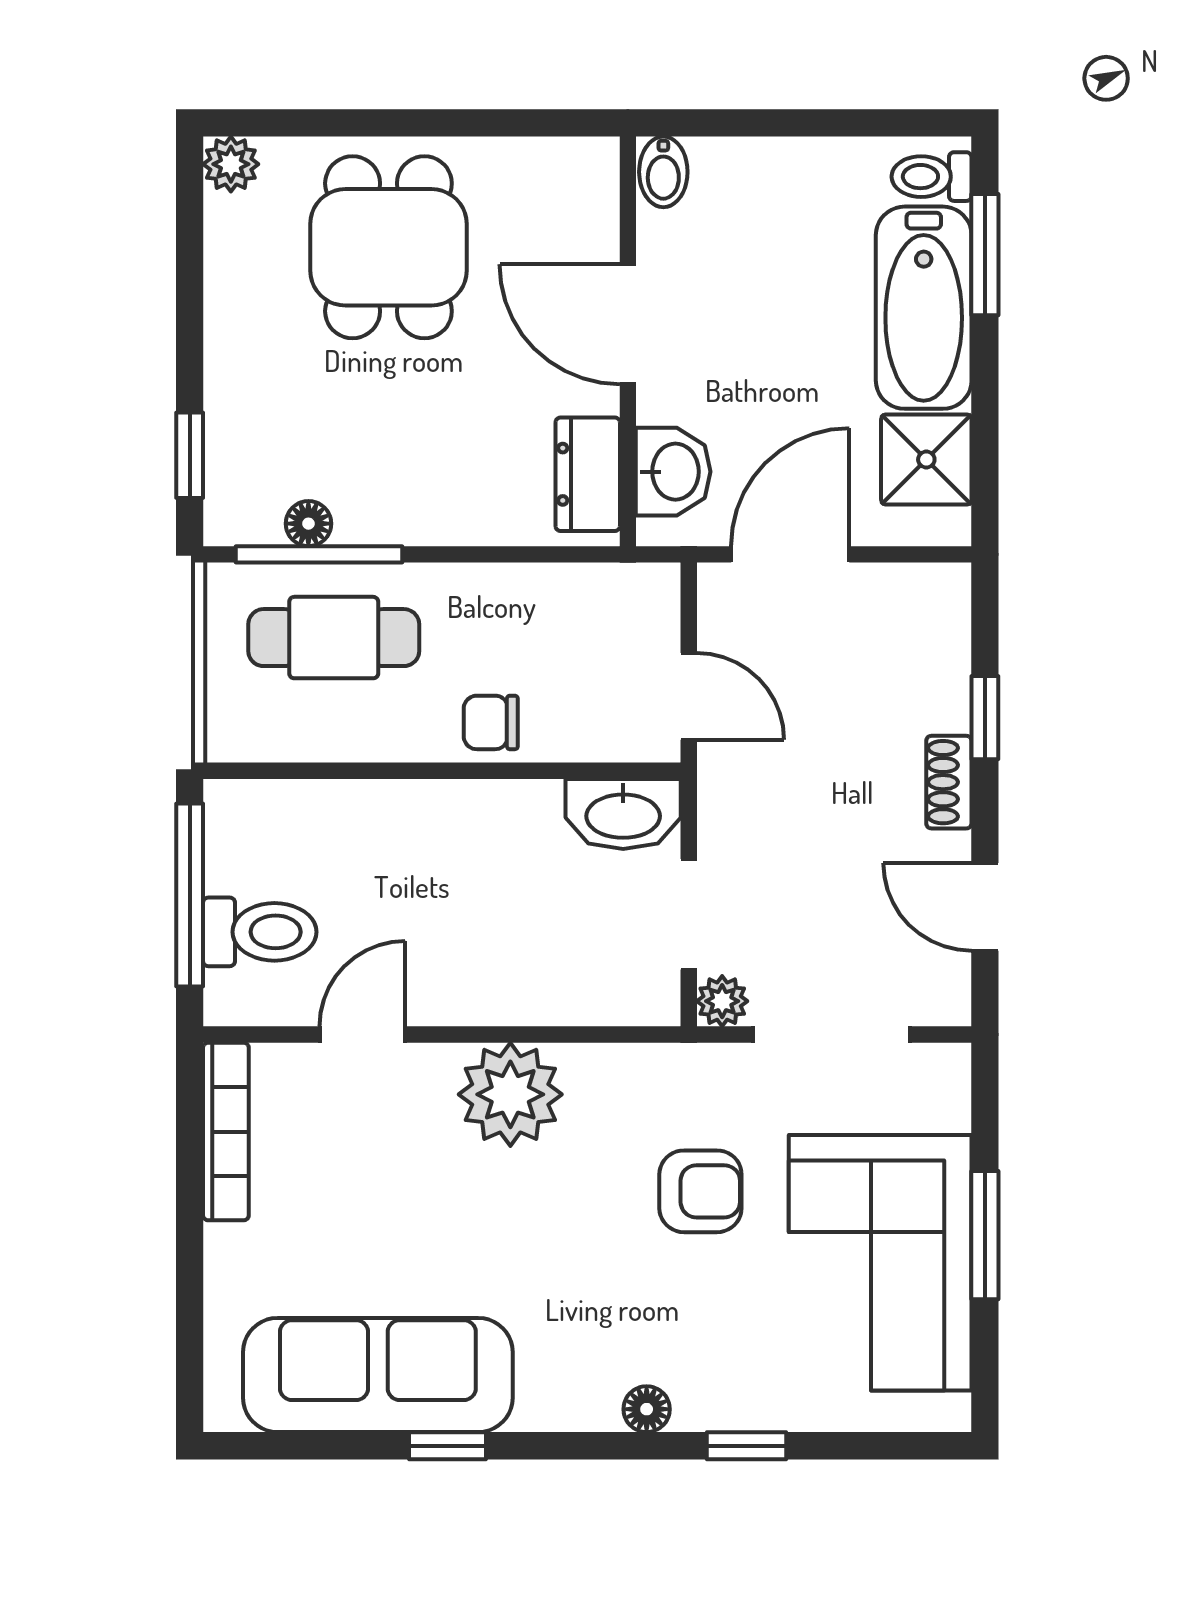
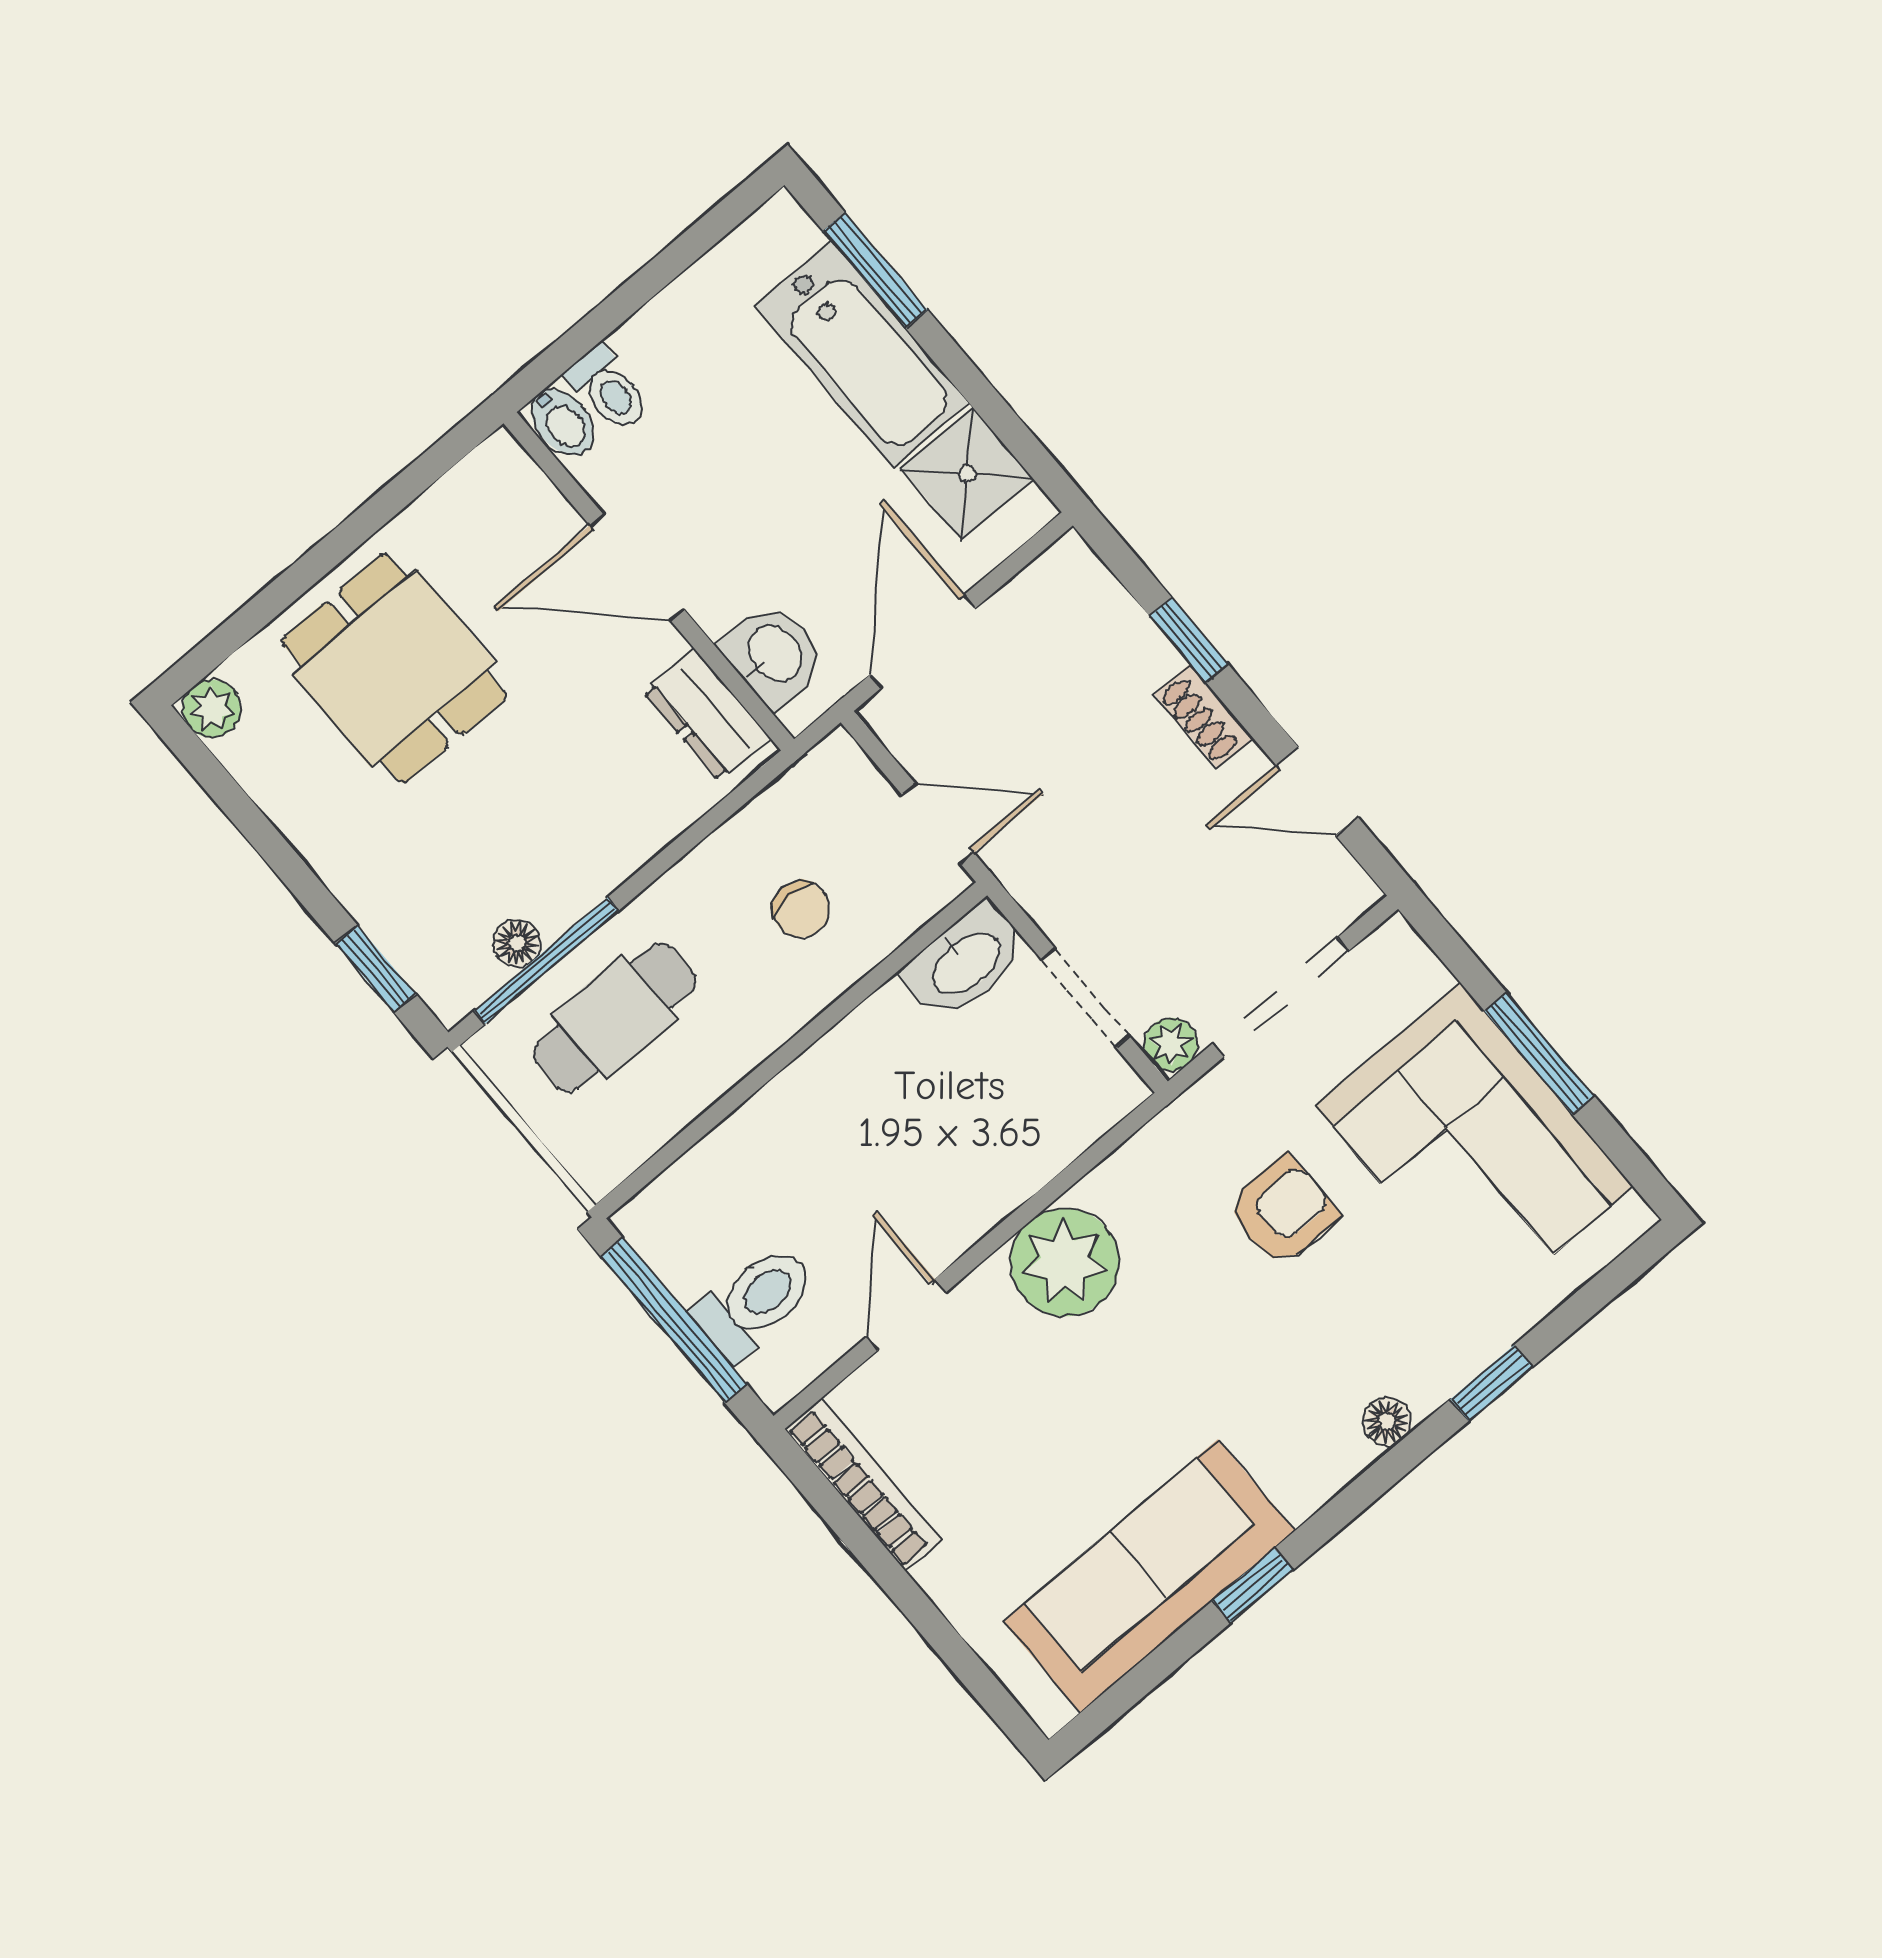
toilet: (932, 177) -> (608, 389), moved, turned -90
chair: (491, 722) -> (801, 910), moved, turned -90

